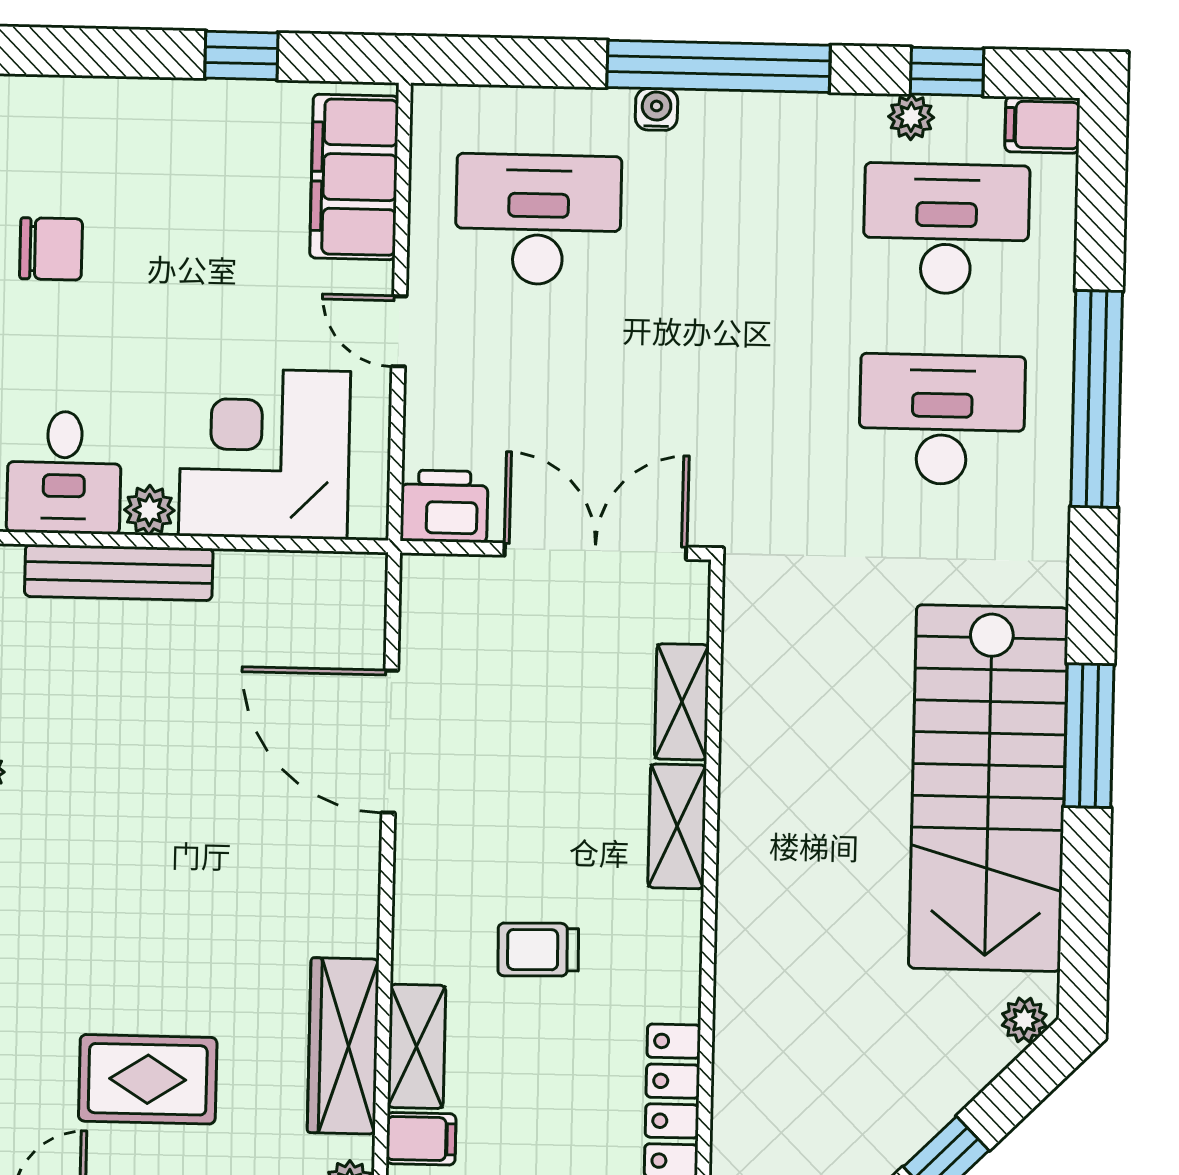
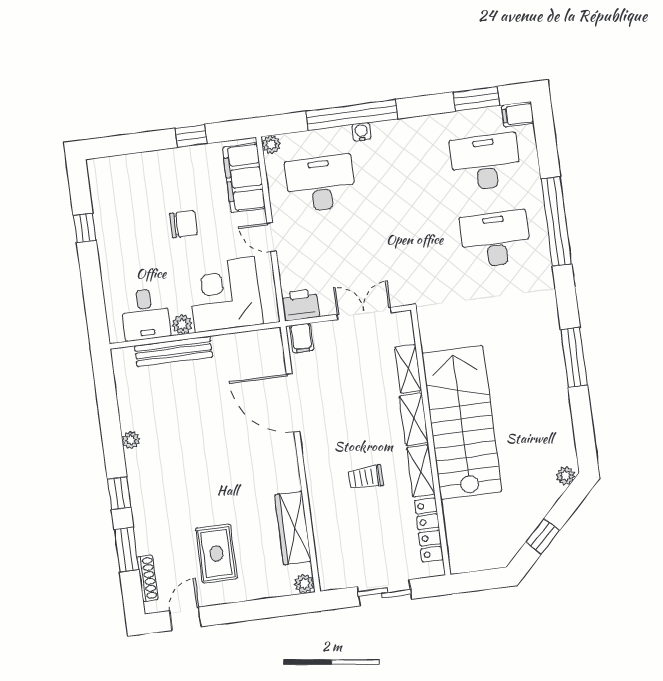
window: (719, 66) -> (352, 115), moved
window: (947, 72) -> (476, 99), width x1.50
plant: (911, 117) -> (271, 144), moved
chair: (51, 249) -> (183, 224), moved
double door: (595, 551) -> (364, 313), width x0.73
stairs: (988, 788) -> (462, 422), moved, turned 180
shelving: (417, 1046) -> (421, 471), moved
rug: (148, 1079) -> (216, 554), turned 90
filing cabinet: (421, 1139) -> (302, 338), moved, turned 90

